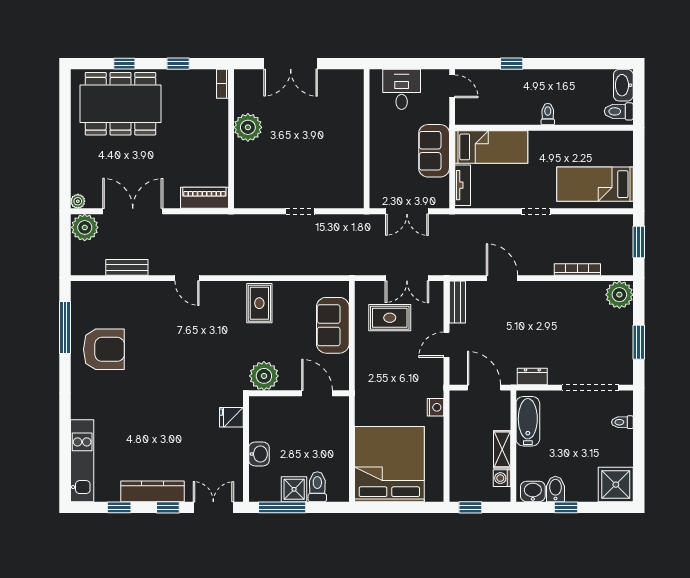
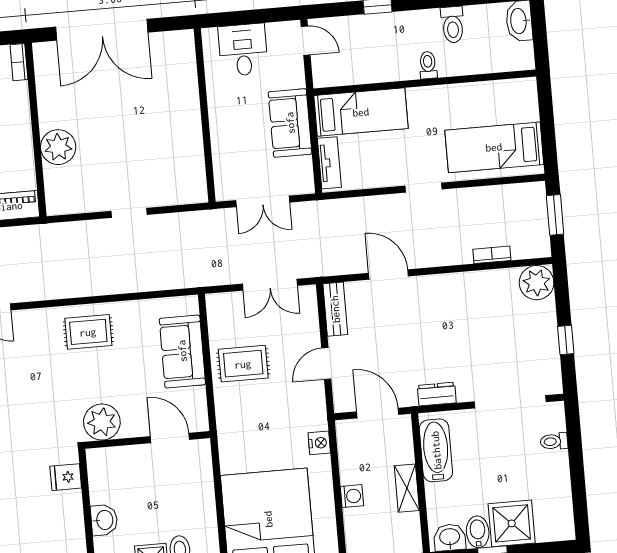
double door: (291, 64) -> (102, 30), width x1.36
toilet: (619, 111) -> (453, 25), moved, turned -90
plant: (248, 127) -> (58, 147), moved
bookcase: (577, 269) -> (492, 255), width x0.64
rug: (259, 303) -> (88, 332), turned 90
rug: (390, 318) -> (243, 364), moved
window: (639, 342) -> (566, 340), width x0.67
washing machine: (502, 478) -> (352, 496), moved, turned 180
shower: (616, 485) -> (512, 523), moved

